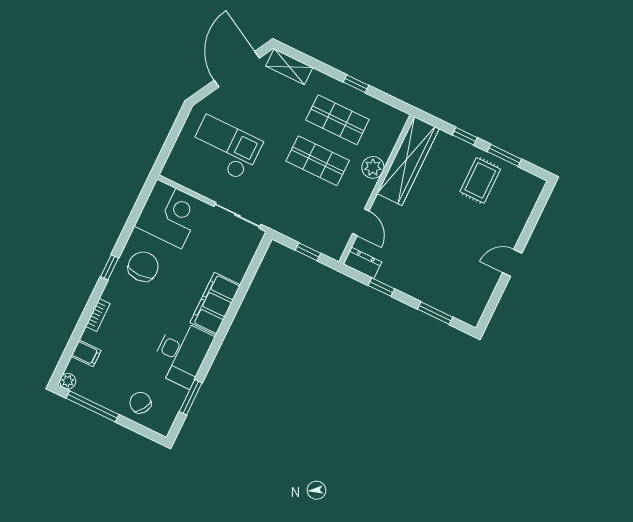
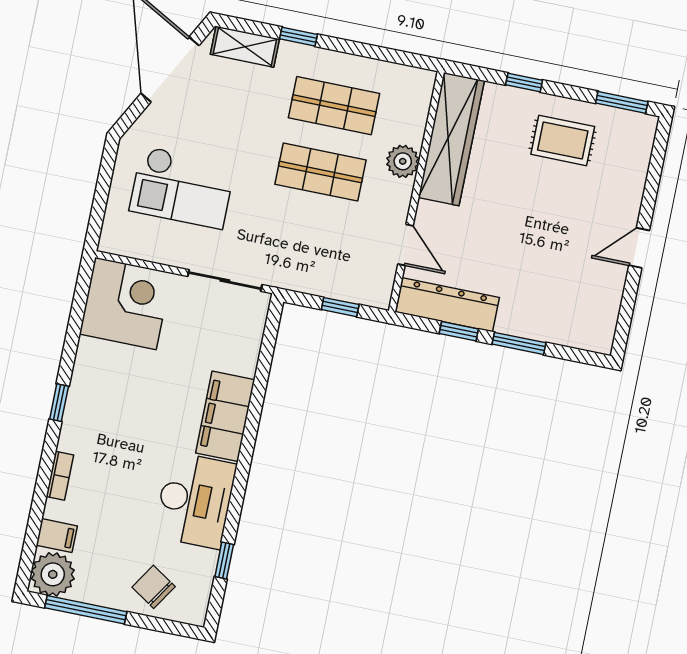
window: (356, 84) -> (299, 37), moved
checkout: (225, 148) -> (182, 187), turned 180
window: (504, 155) -> (622, 102), moved
rug: (480, 180) -> (563, 140), turned 90
dresser: (363, 263) -> (448, 305), width x1.96, depth x1.24
chair: (143, 267) -> (107, 389), removed
window: (435, 313) -> (519, 343), moved
plant: (68, 381) -> (53, 574), width x1.87, depth x1.87
window: (191, 397) -> (224, 561), width x0.67

